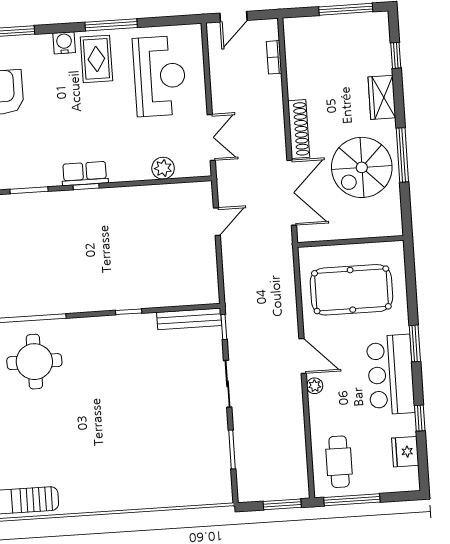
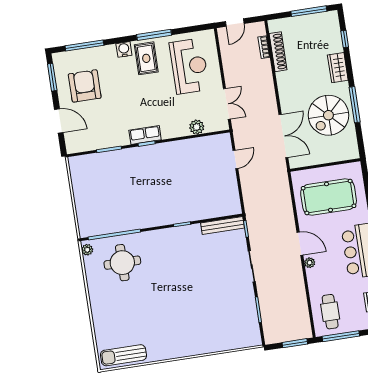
shoe rack: (299, 129) -> (278, 52), moved

